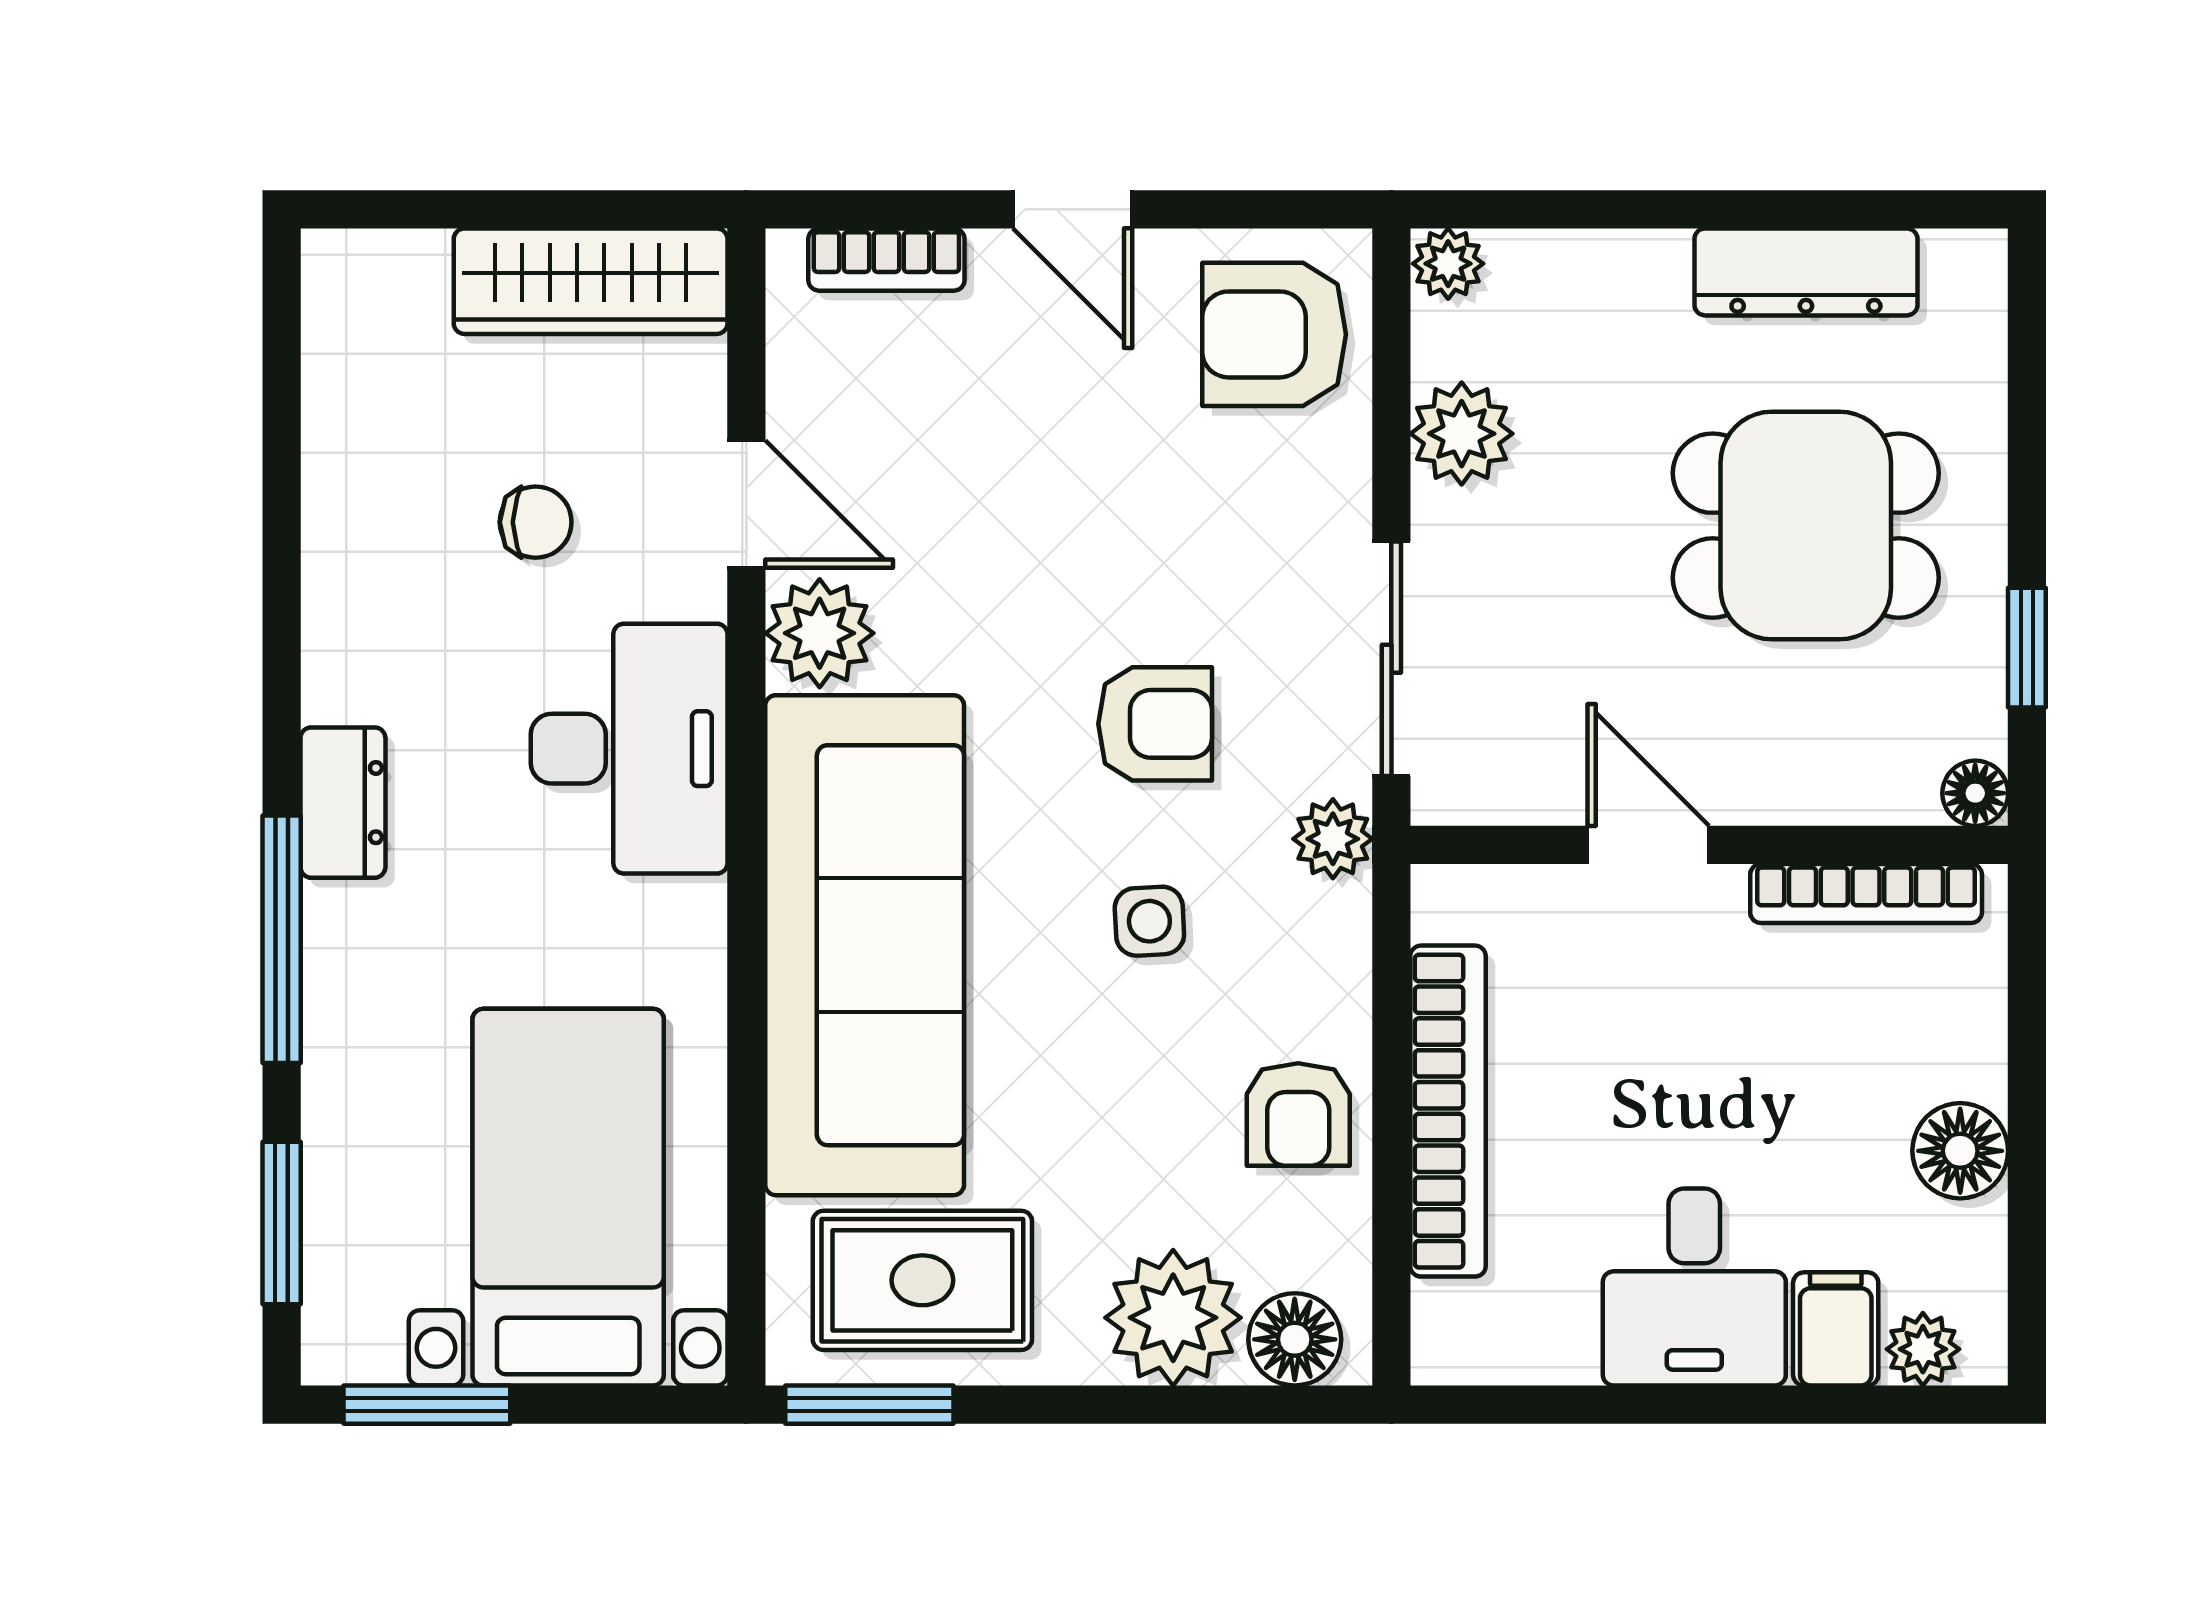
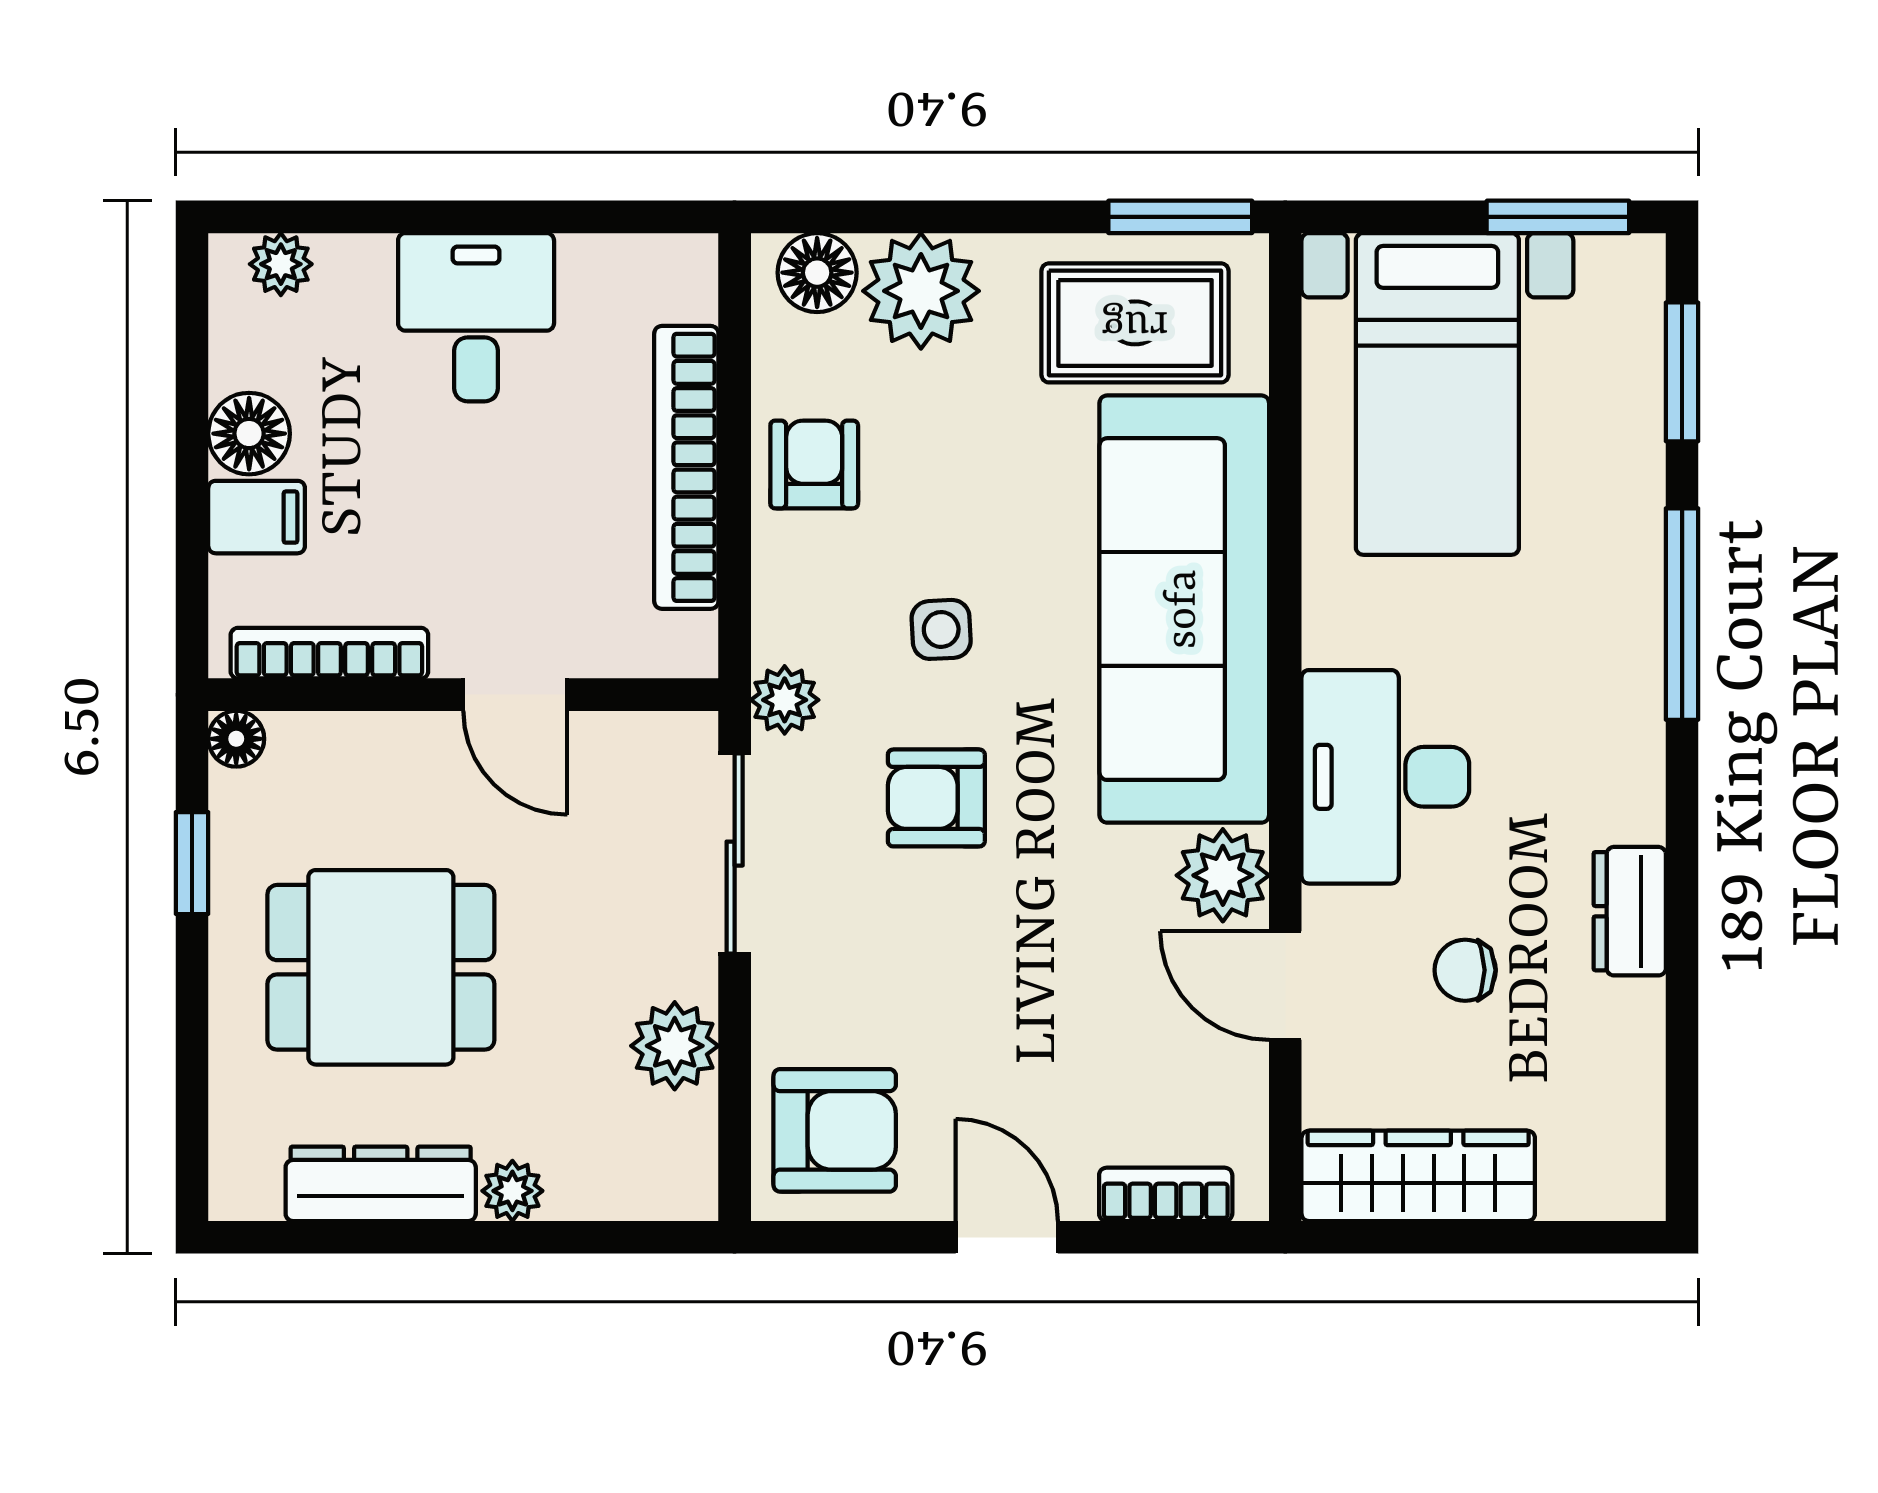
plant: (1448, 264) -> (512, 1191), moved
dresser: (343, 803) -> (1630, 911), moved
filing cabinet: (1836, 1329) -> (257, 517), moved, turned -90

